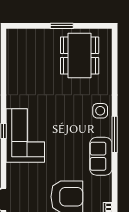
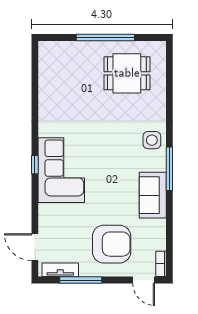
window: (62, 26) -> (105, 37), width x2.11
dining table: (80, 56) -> (127, 73), width x0.73

